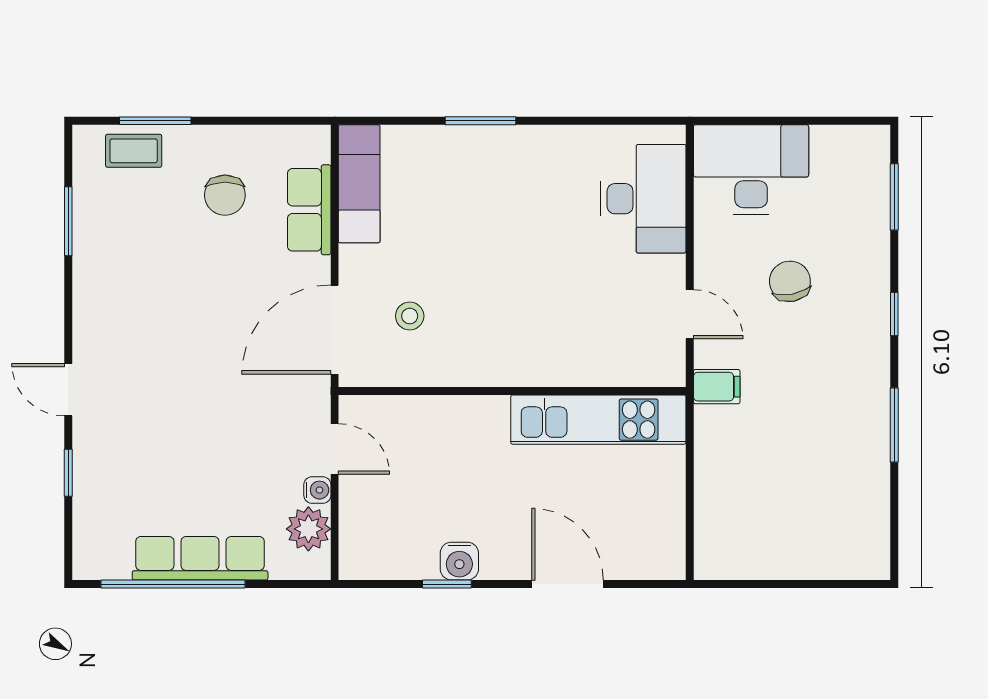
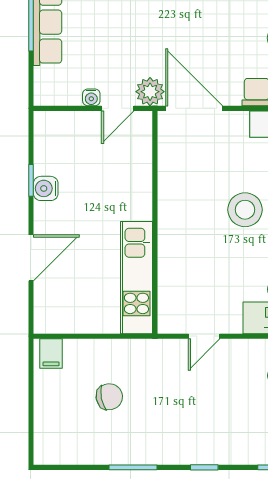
chair: (790, 281) -> (109, 397), moved
stool: (410, 316) -> (245, 210), moved, width x1.89, depth x1.89
filing cabinet: (717, 387) -> (51, 354), moved
plant: (308, 529) -> (150, 92), moved

